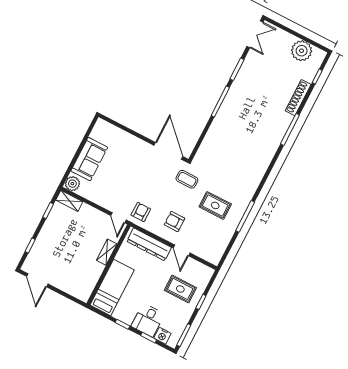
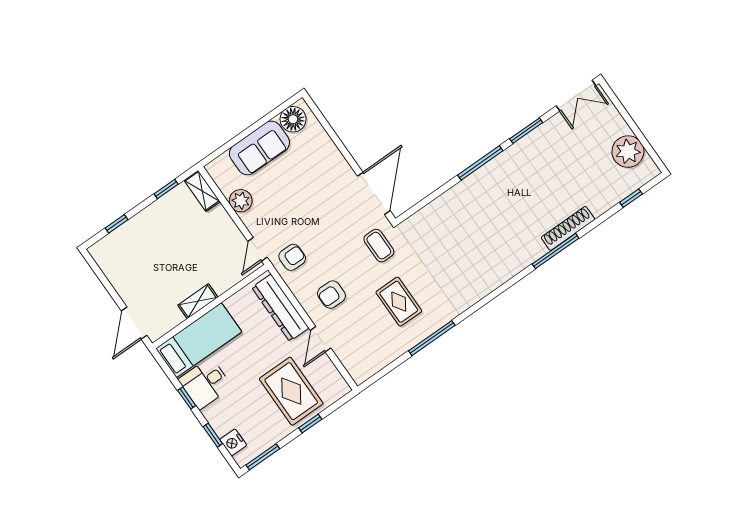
shoe rack: (298, 98) -> (568, 228), moved
floor lamp: (100, 133) -> (293, 119), added
plant: (72, 184) -> (241, 201), moved
armchair: (174, 222) -> (331, 295), turned -90
shelving: (107, 252) -> (198, 301), moved
door: (37, 280) -> (134, 323), moved
rug: (180, 289) -> (291, 391), width x1.36, depth x1.43
desk: (148, 320) -> (205, 383), moved

